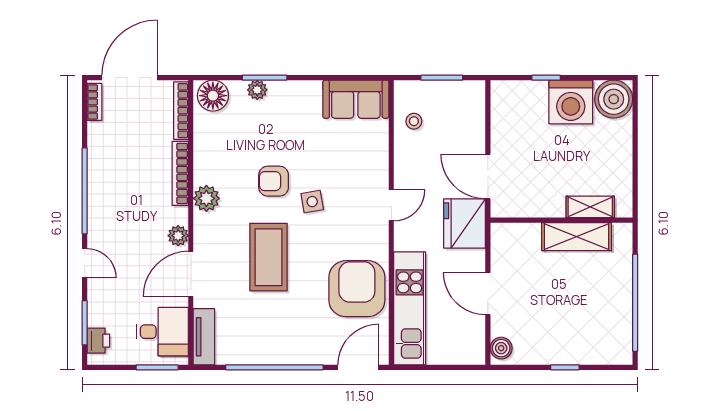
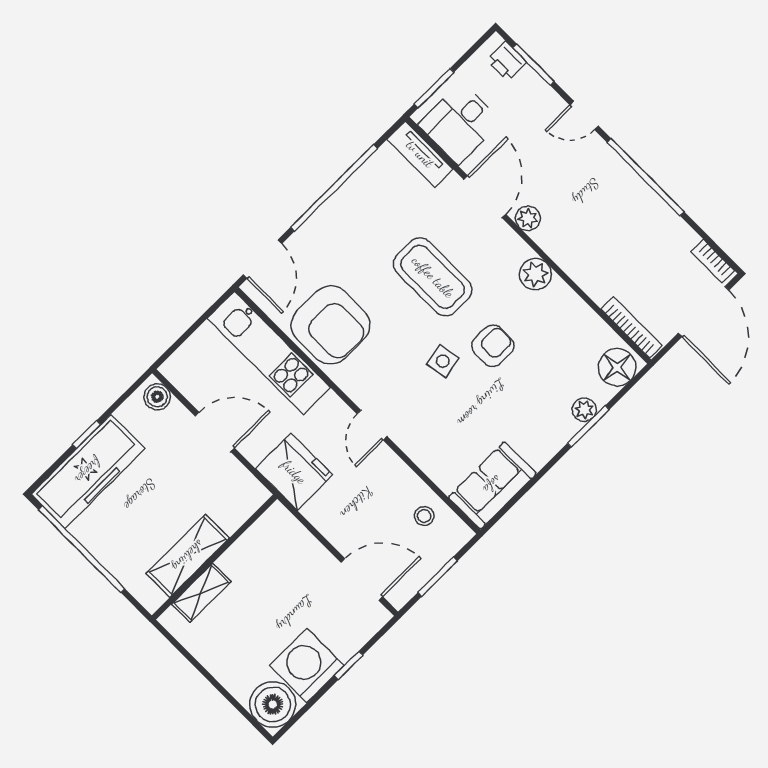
bookcase: (180, 173) -> (579, 273), removed
door: (488, 177) -> (362, 579), moved
freezer: (586, 345) -> (88, 471), added

